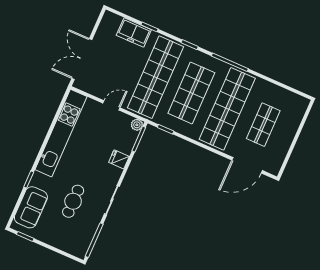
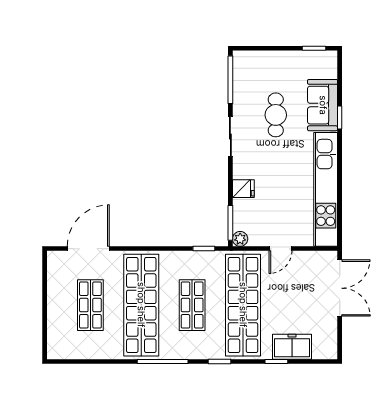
shop shelf: (191, 93) -> (192, 305), width x0.70, depth x0.74
sofa: (31, 207) -> (323, 105), moved

